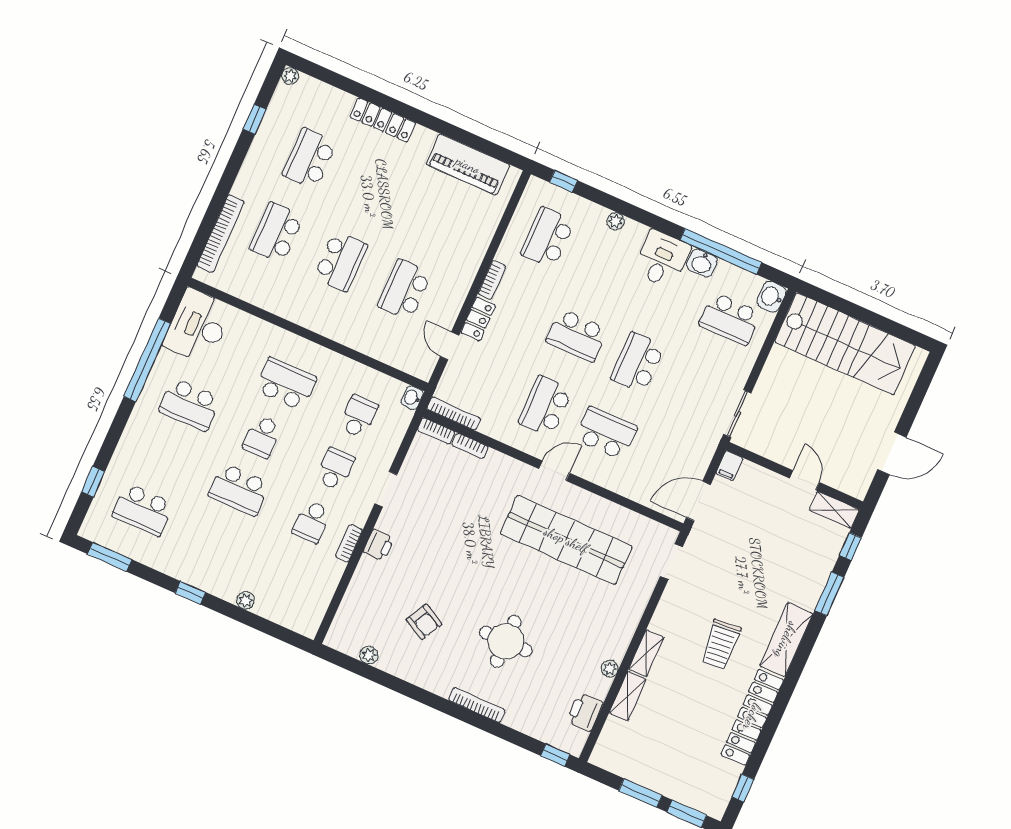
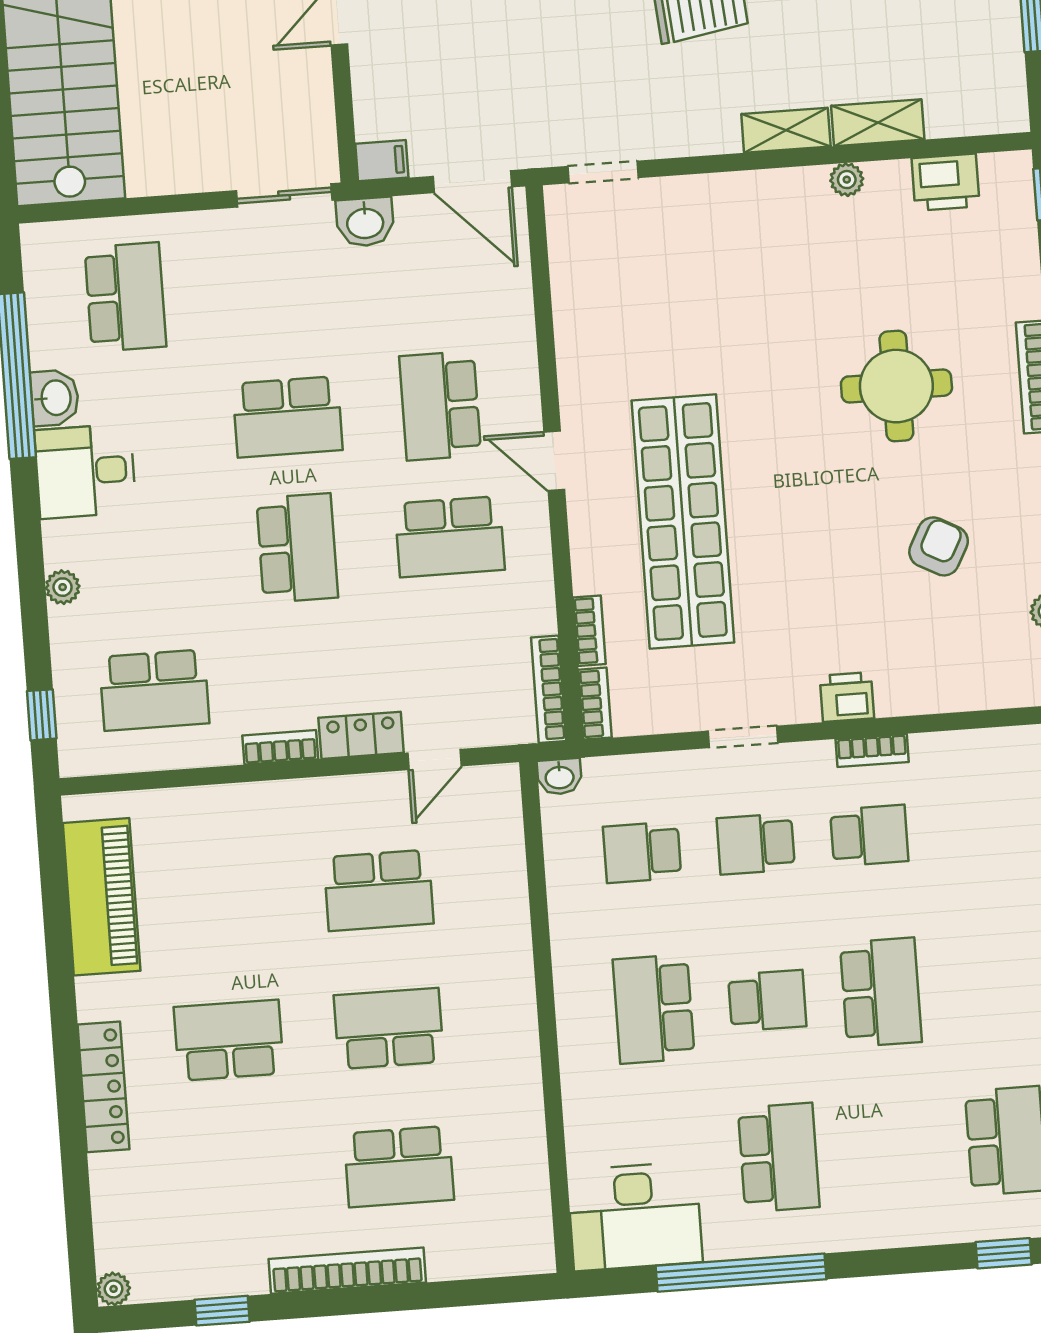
school desk: (309, 158) -> (229, 1040), moved, turned 180
bookcase: (221, 234) -> (347, 1271), moved
washbasin: (771, 297) -> (365, 222), moved
shop shelf: (566, 540) -> (683, 522), moved

